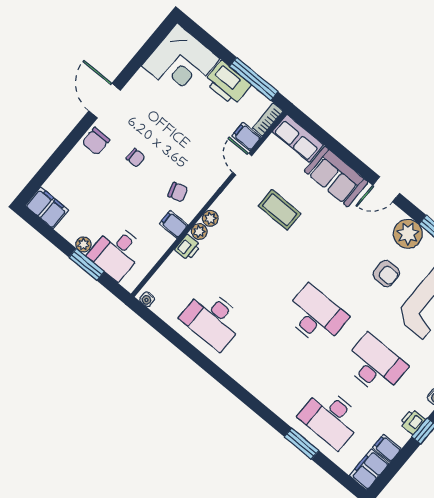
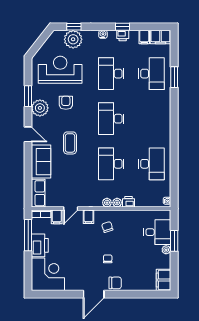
coffee table: (280, 210) -> (70, 143), moved
filing cabinet: (174, 224) -> (89, 217), moved
desk: (256, 266) -> (111, 164), added

